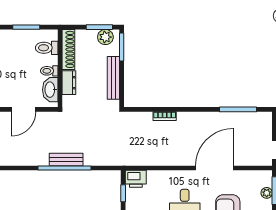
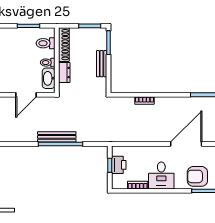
plant: (105, 37) -> (95, 34), removed
bench: (113, 78) -> (102, 64), width x0.73
bench: (66, 159) -> (57, 137), width x1.36
printer: (136, 179) -> (119, 165), moved, turned -90

